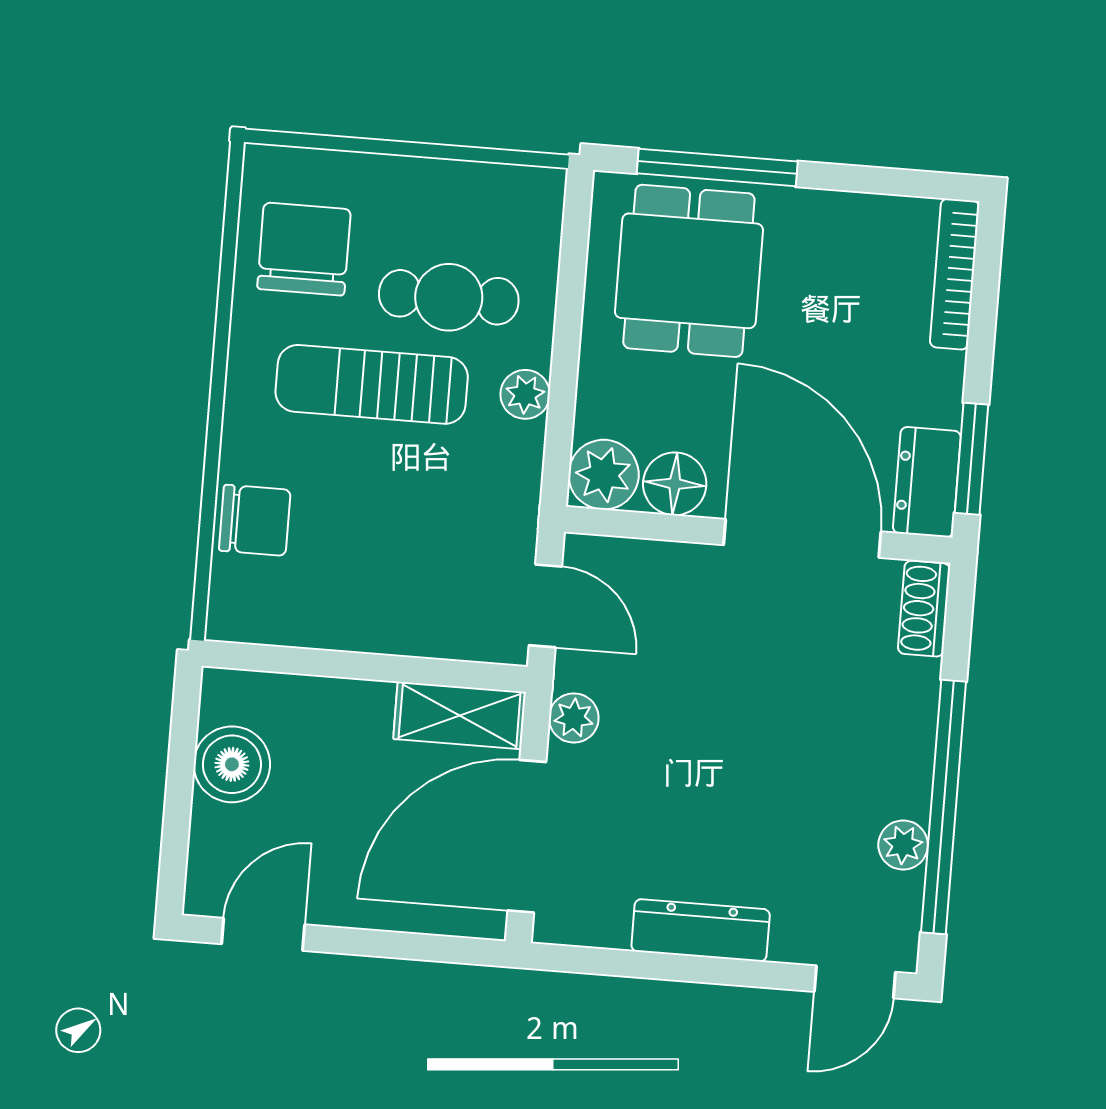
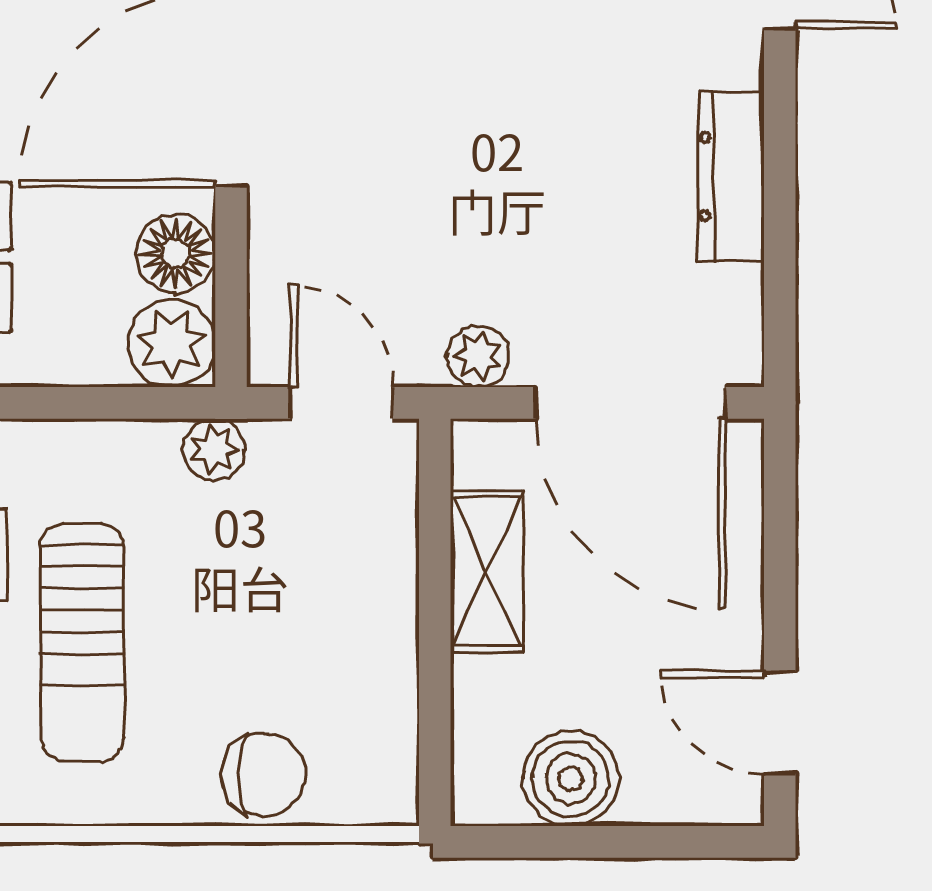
plant: (525, 394) -> (214, 449), moved
chair: (255, 520) -> (263, 775), turned 90
door: (545, 606) -> (341, 403), hinge flipped
shelving: (460, 715) -> (487, 571), moved

